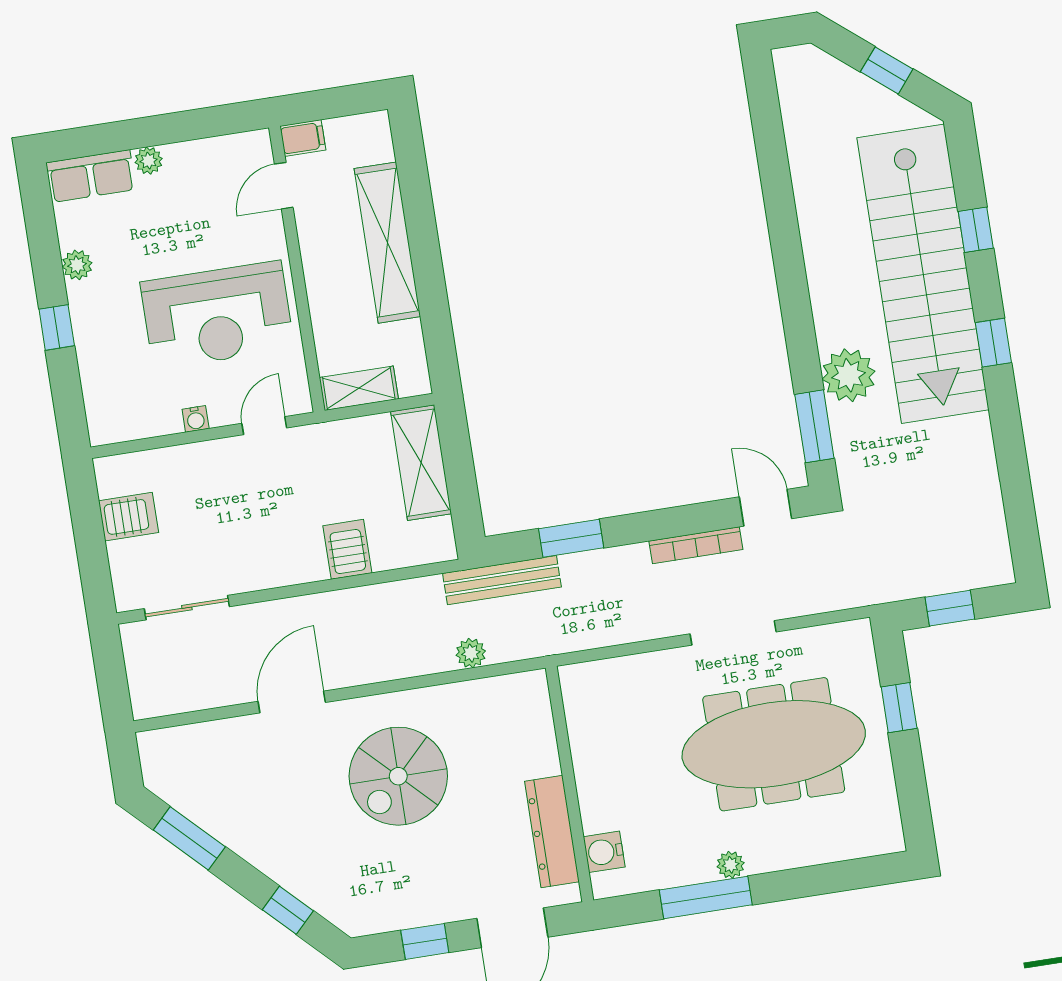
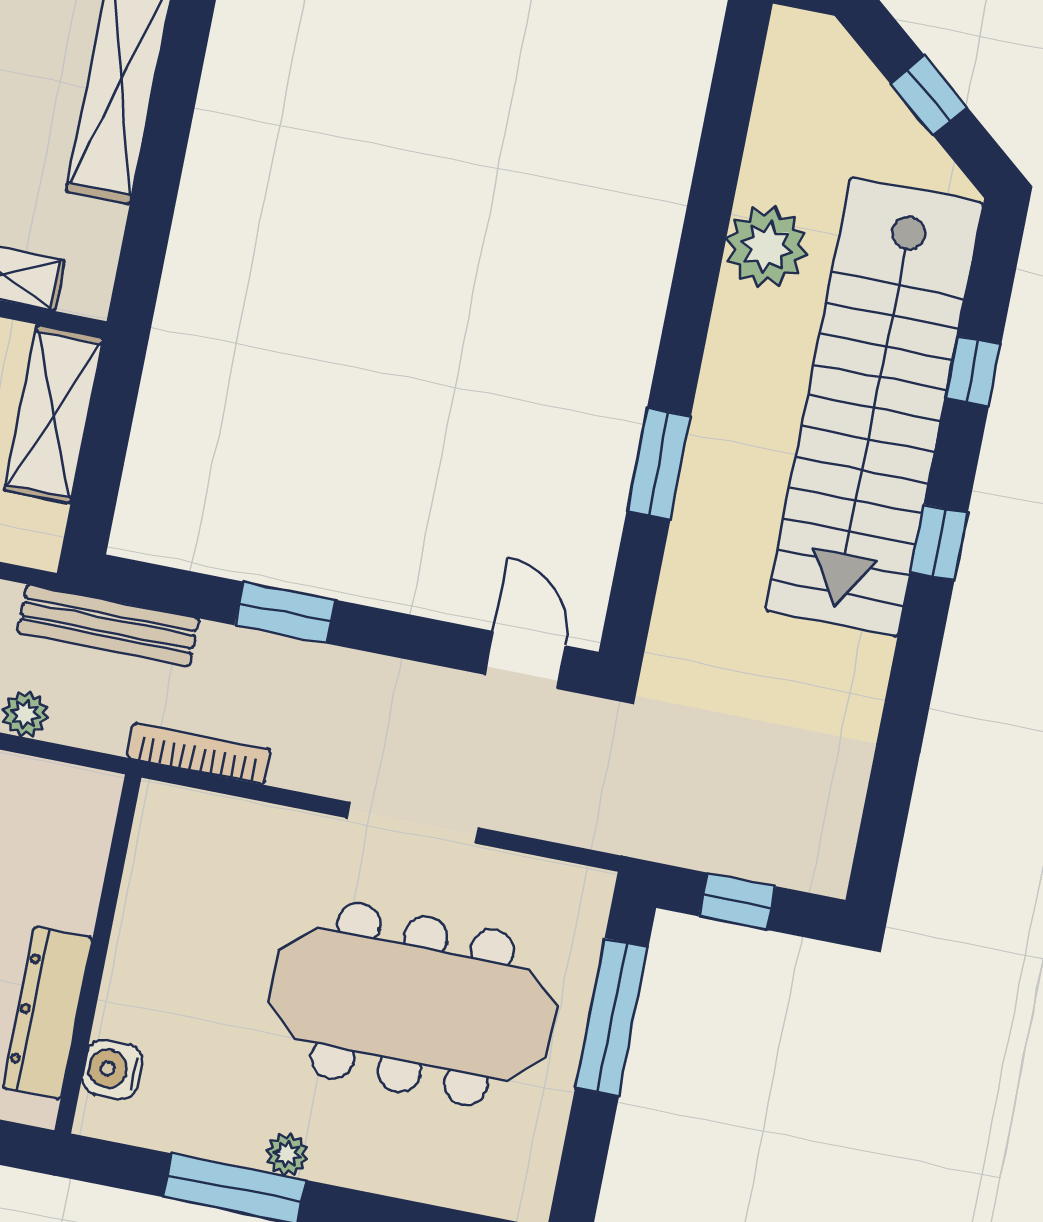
plant: (849, 375) -> (767, 247), moved
window: (814, 426) -> (659, 464), moved
window: (571, 538) -> (285, 613), moved
bookcase: (696, 545) -> (199, 754), moved, turned 180
window: (899, 708) -> (612, 1017), width x2.17

